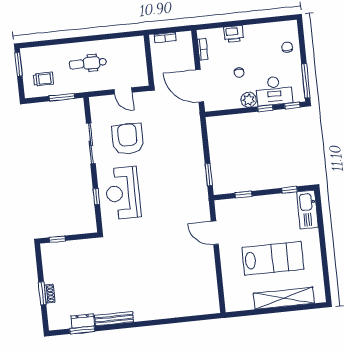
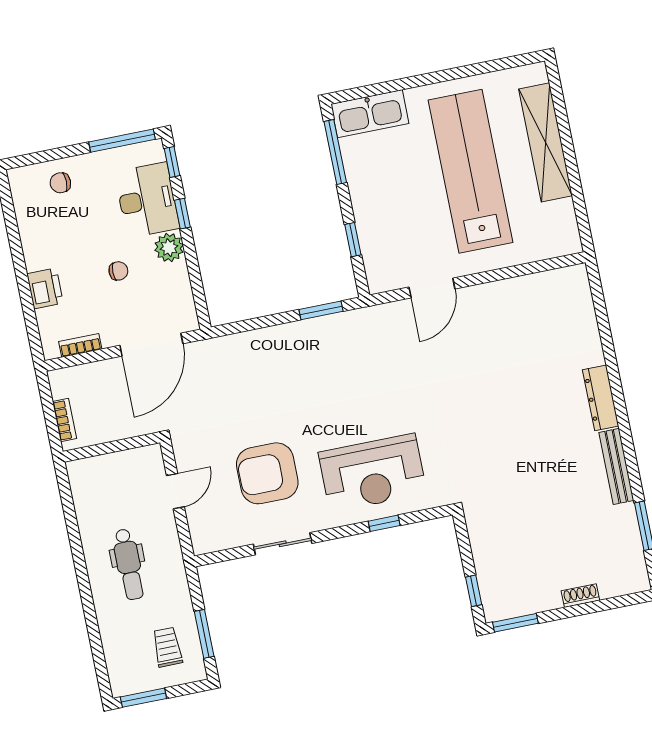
window: (62, 97) -> (204, 634), moved
sliding door: (91, 143) -> (283, 544), width x0.73
window: (289, 190) -> (335, 152), width x2.17
lab bench: (273, 258) -> (471, 171), width x1.36
window: (42, 293) -> (515, 623), moved
dresser: (83, 321) -> (601, 398), moved, width x1.44

